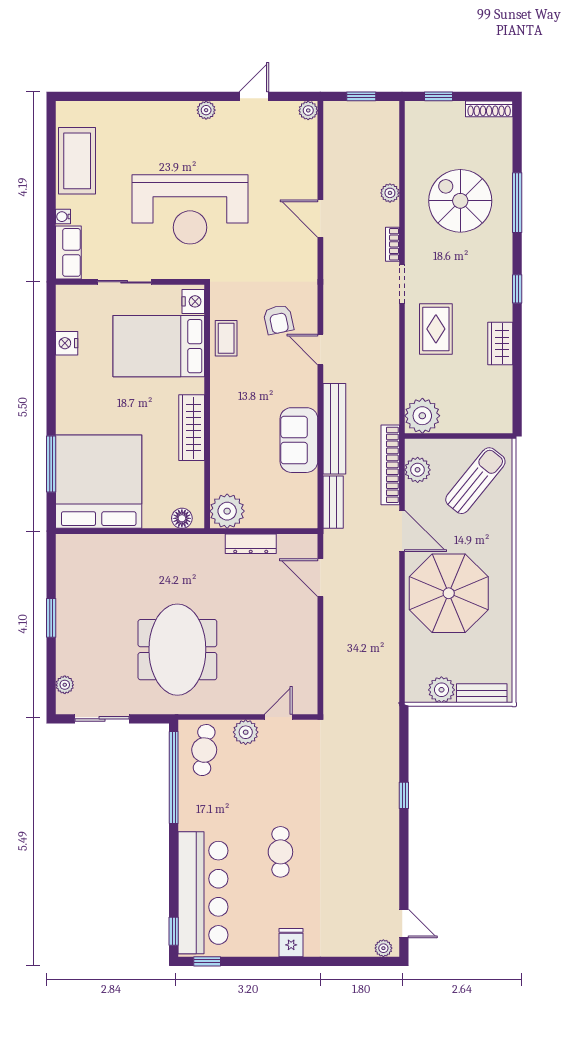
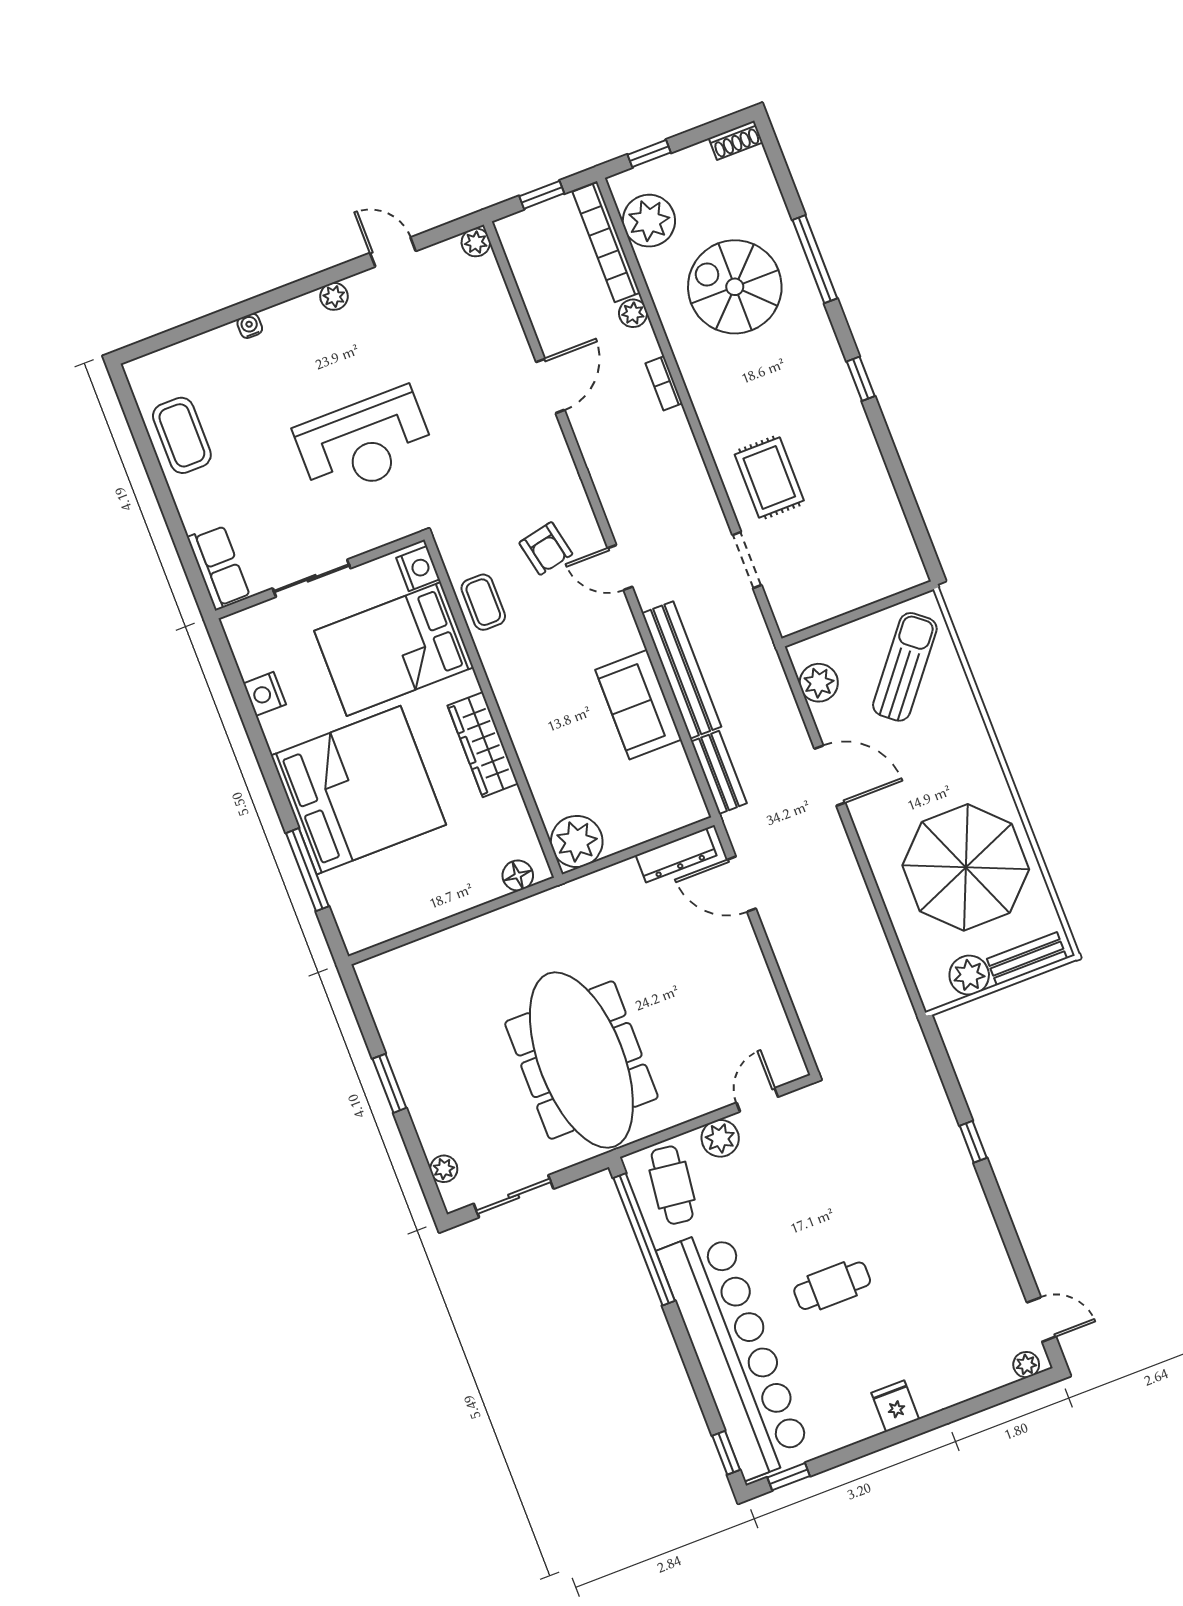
door: (254, 96) -> (393, 252), hinge flipped
shoe rack: (489, 109) -> (736, 140), width x0.70
coffee table: (77, 161) -> (182, 435), width x0.73, depth x0.76
reception desk: (190, 209) -> (364, 443), width x0.74, depth x0.77
water cooler: (63, 217) -> (250, 326), moved, turned 90
door: (320, 219) -> (550, 386), swing flipped
doorway: (402, 284) -> (747, 560), moved
wardrobe: (500, 343) -> (866, 463), removed
plant: (422, 416) -> (649, 221), moved
bookcase: (390, 465) -> (606, 242), moved
bed: (99, 482) -> (358, 790), moved, turned 90
dresser: (251, 544) -> (676, 855), moved
parasol: (449, 593) -> (966, 867), moved
meeting table: (177, 650) -> (581, 1060), width x1.36
cafe table: (280, 852) -> (832, 1286), turned 90
bar counter: (203, 893) -> (735, 1353), width x1.36

